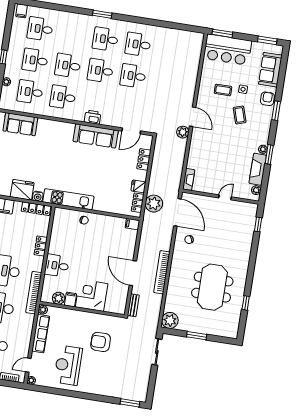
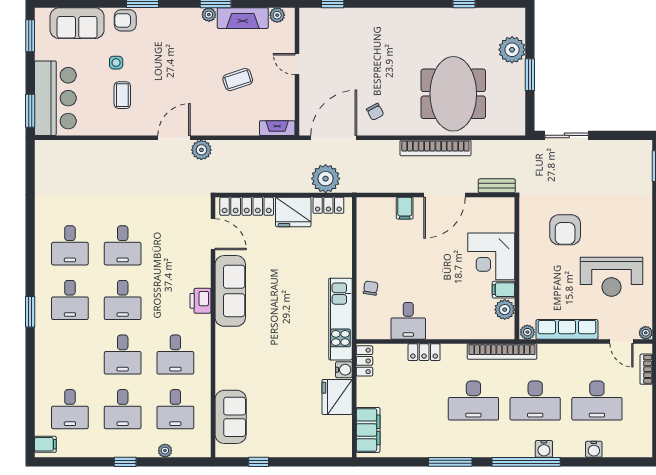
coffee table: (240, 115) -> (238, 80), moved
locker: (144, 159) -> (247, 206), width x1.53
fridge: (138, 186) -> (293, 212), width x1.88, depth x1.34
locker: (36, 209) -> (364, 361), width x0.66
filing cabinet: (132, 224) -> (405, 208), moved
desk: (57, 266) -> (408, 321), moved
meeting table: (212, 287) -> (453, 94), moved, turned 90
plant: (170, 320) -> (512, 50), moved

